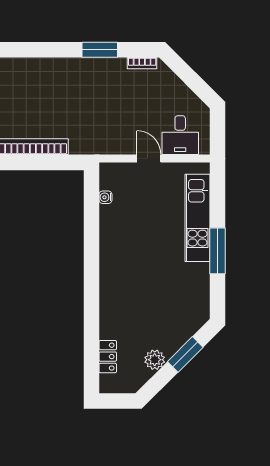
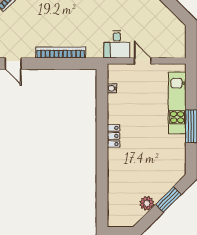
desk: (180, 135) -> (117, 44), moved
locker: (108, 357) -> (114, 136), moved

